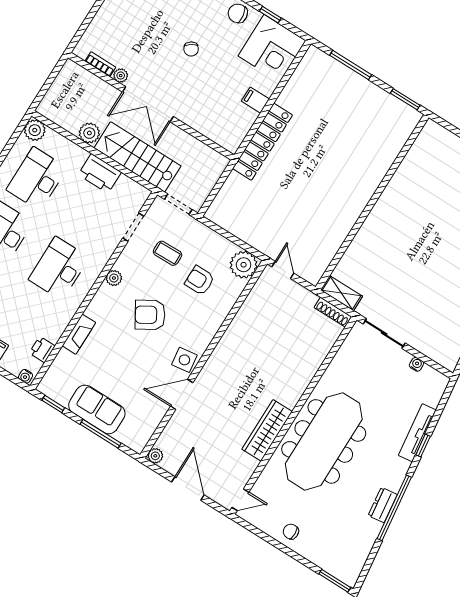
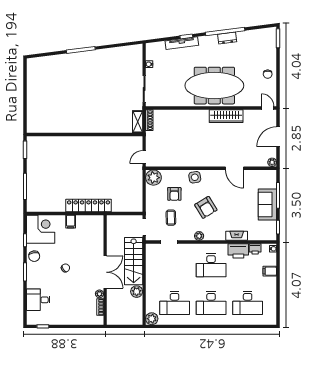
printer: (100, 173) -> (238, 251), moved, turned 90
side table: (184, 360) -> (195, 177), moved

